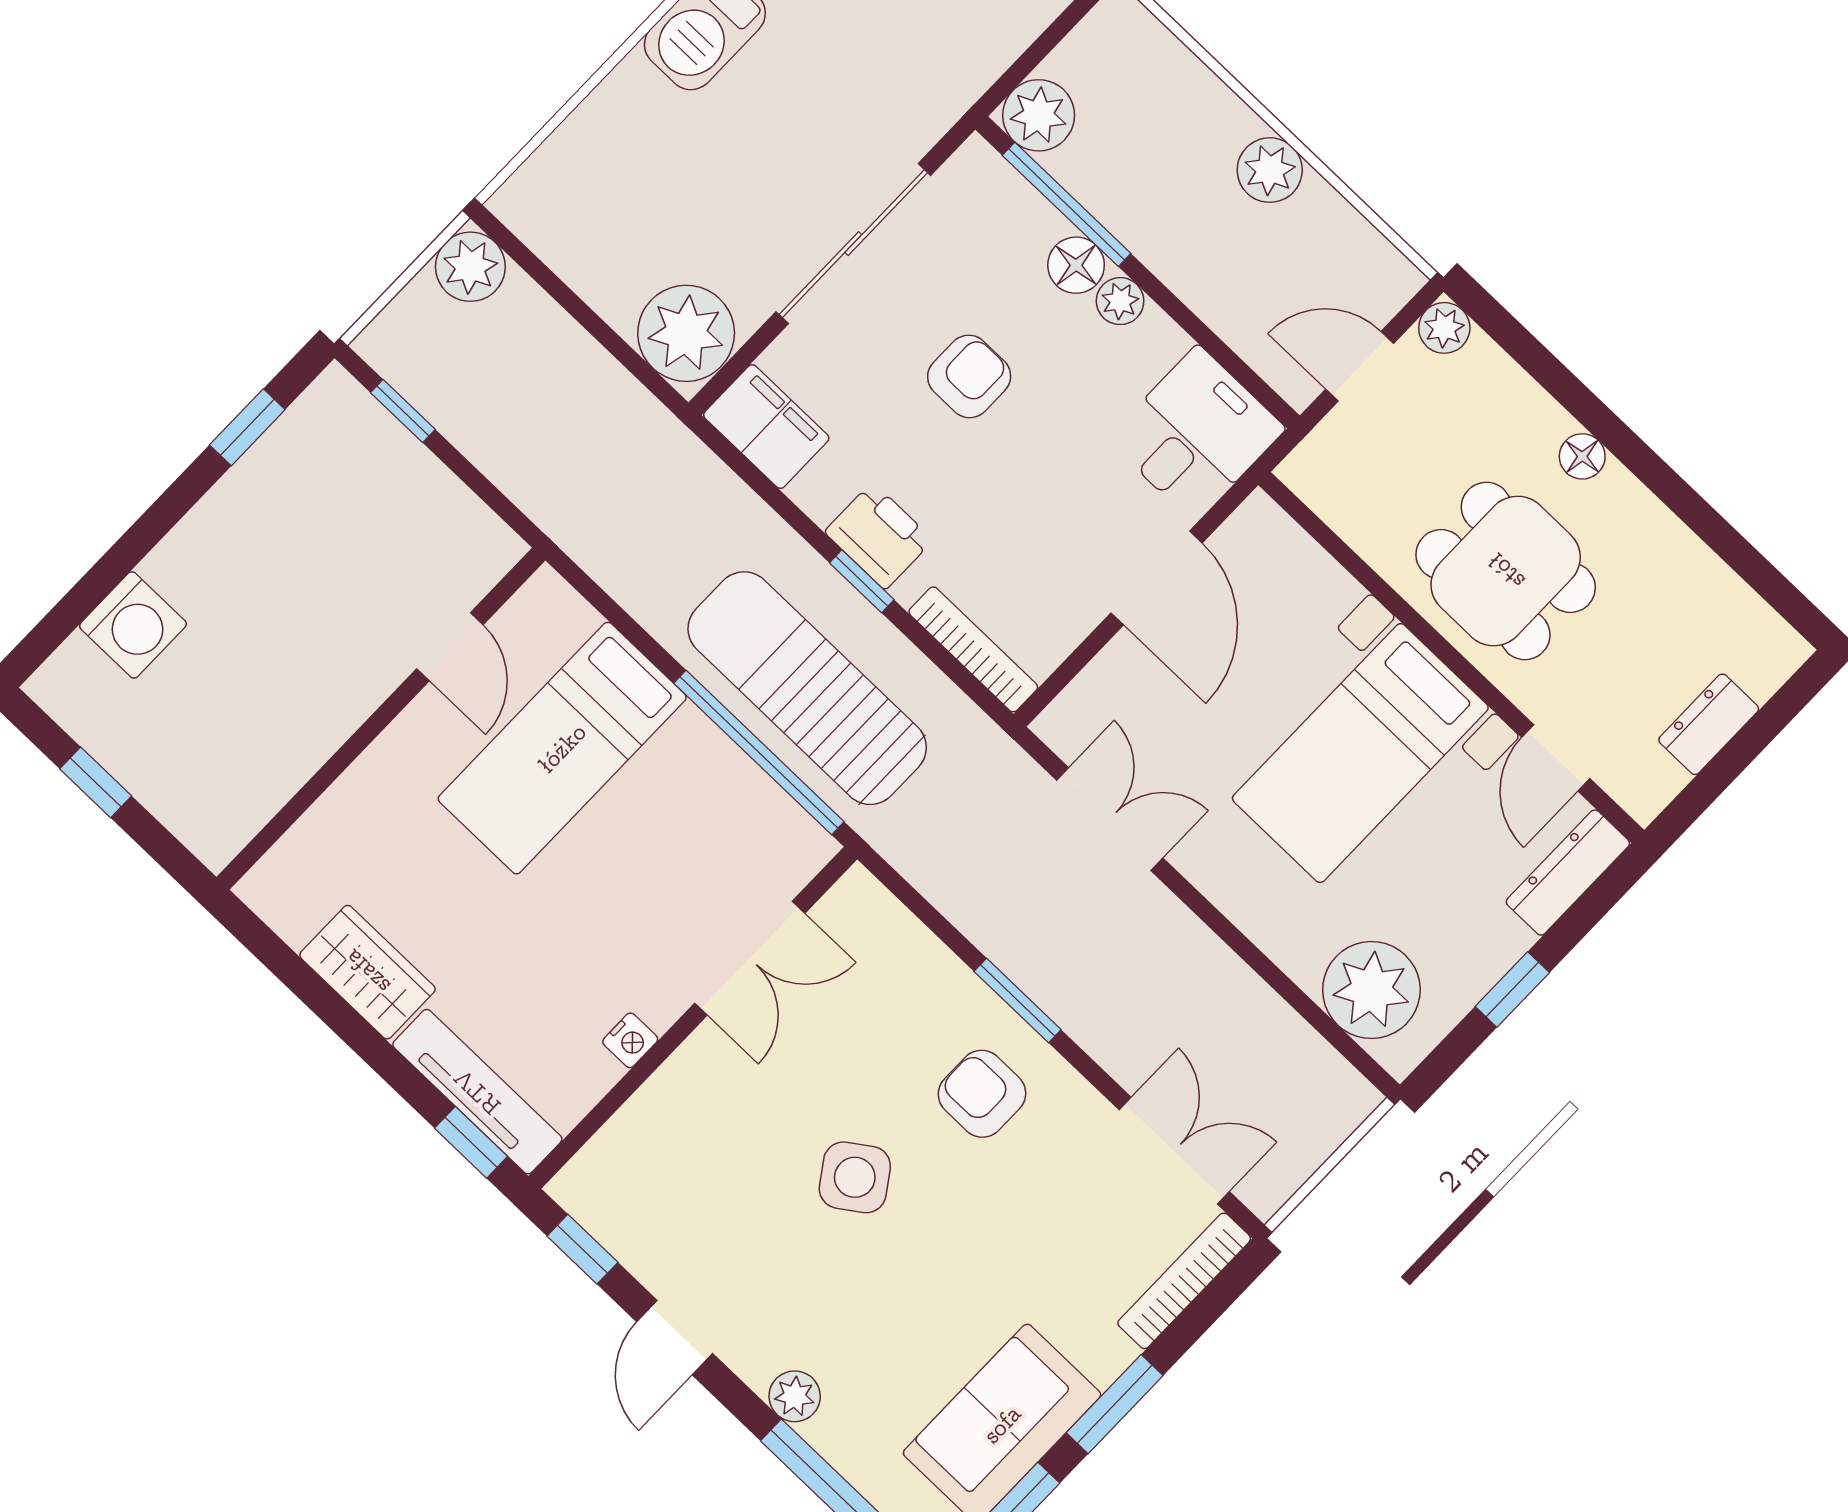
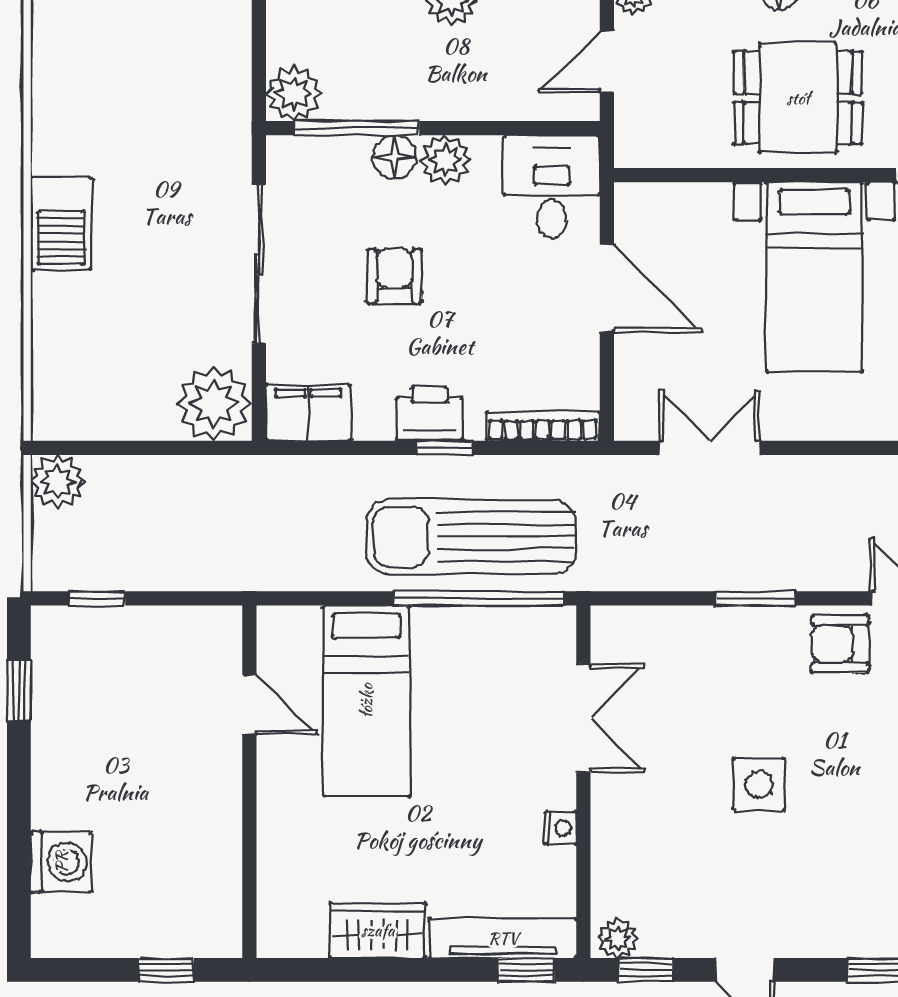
plant: (1120, 301) -> (445, 160), width x1.38, depth x1.38
window: (96, 782) -> (166, 970), moved
armchair: (982, 1094) -> (840, 644), moved
side table: (855, 1177) -> (759, 784), turned 35
plant: (795, 1396) -> (618, 939), moved

